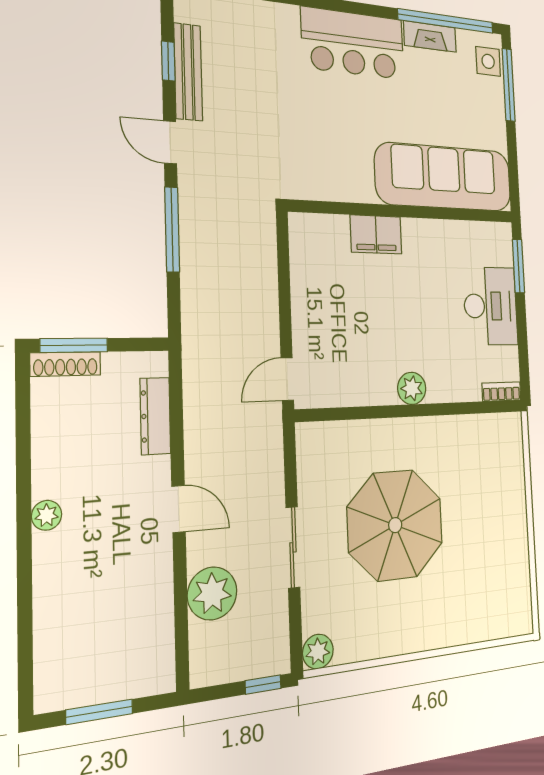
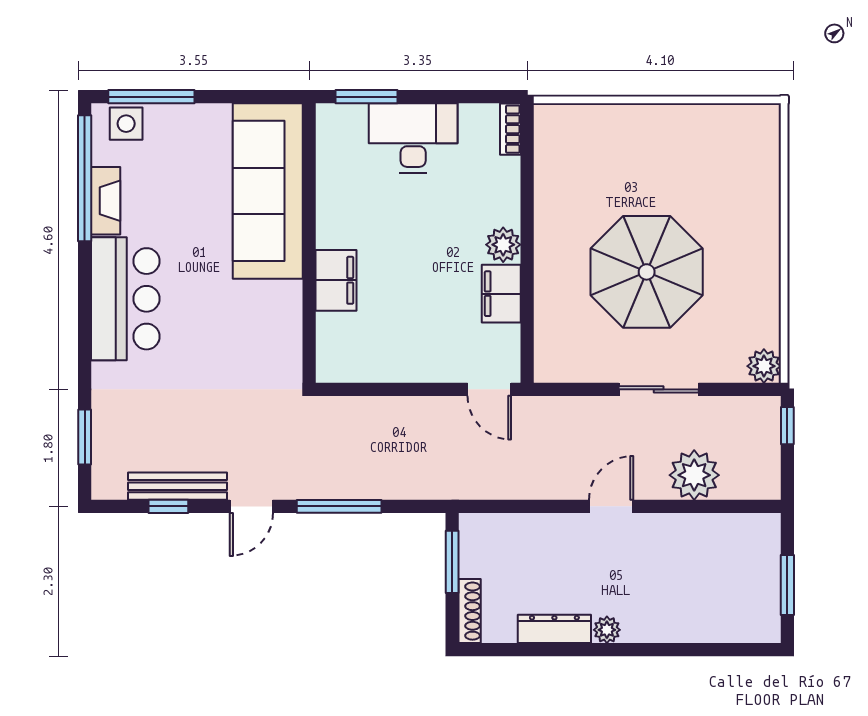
window: (74, 345) -> (452, 562), moved
filing cabinet: (371, 388) -> (501, 294), added
dresser: (155, 416) -> (554, 629), moved, turned 180

